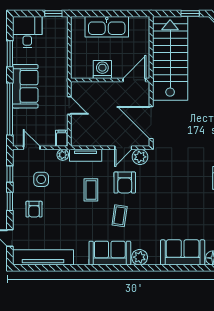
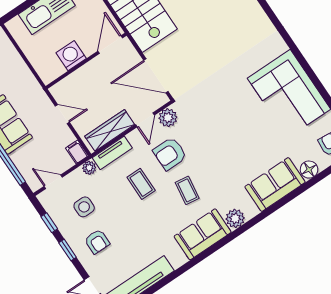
wardrobe: (94, 139) -> (110, 130), added
armchair: (125, 183) -> (170, 154), turned 90

